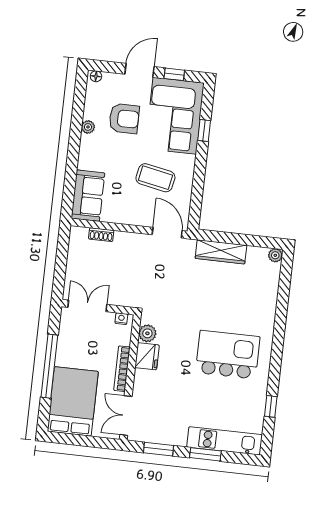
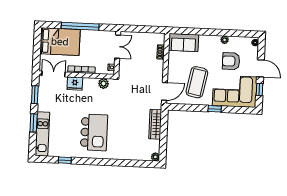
armchair: (124, 119) -> (231, 61), turned 90
window: (204, 130) -> (215, 109), moved
coffee table: (155, 178) -> (197, 82), width x1.36, depth x1.32
fridge: (147, 356) -> (75, 84), moved

